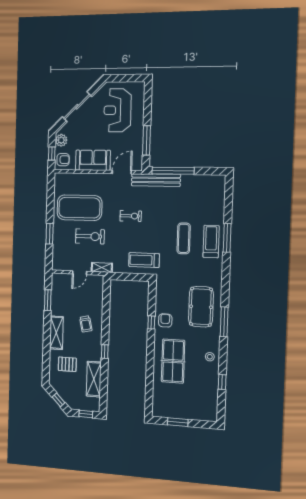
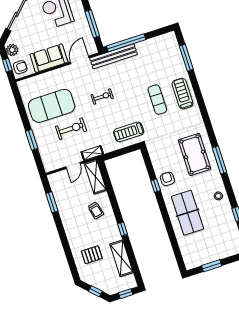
window: (227, 238) -> (186, 58), moved
shelving: (56, 333) -> (95, 177), moved

